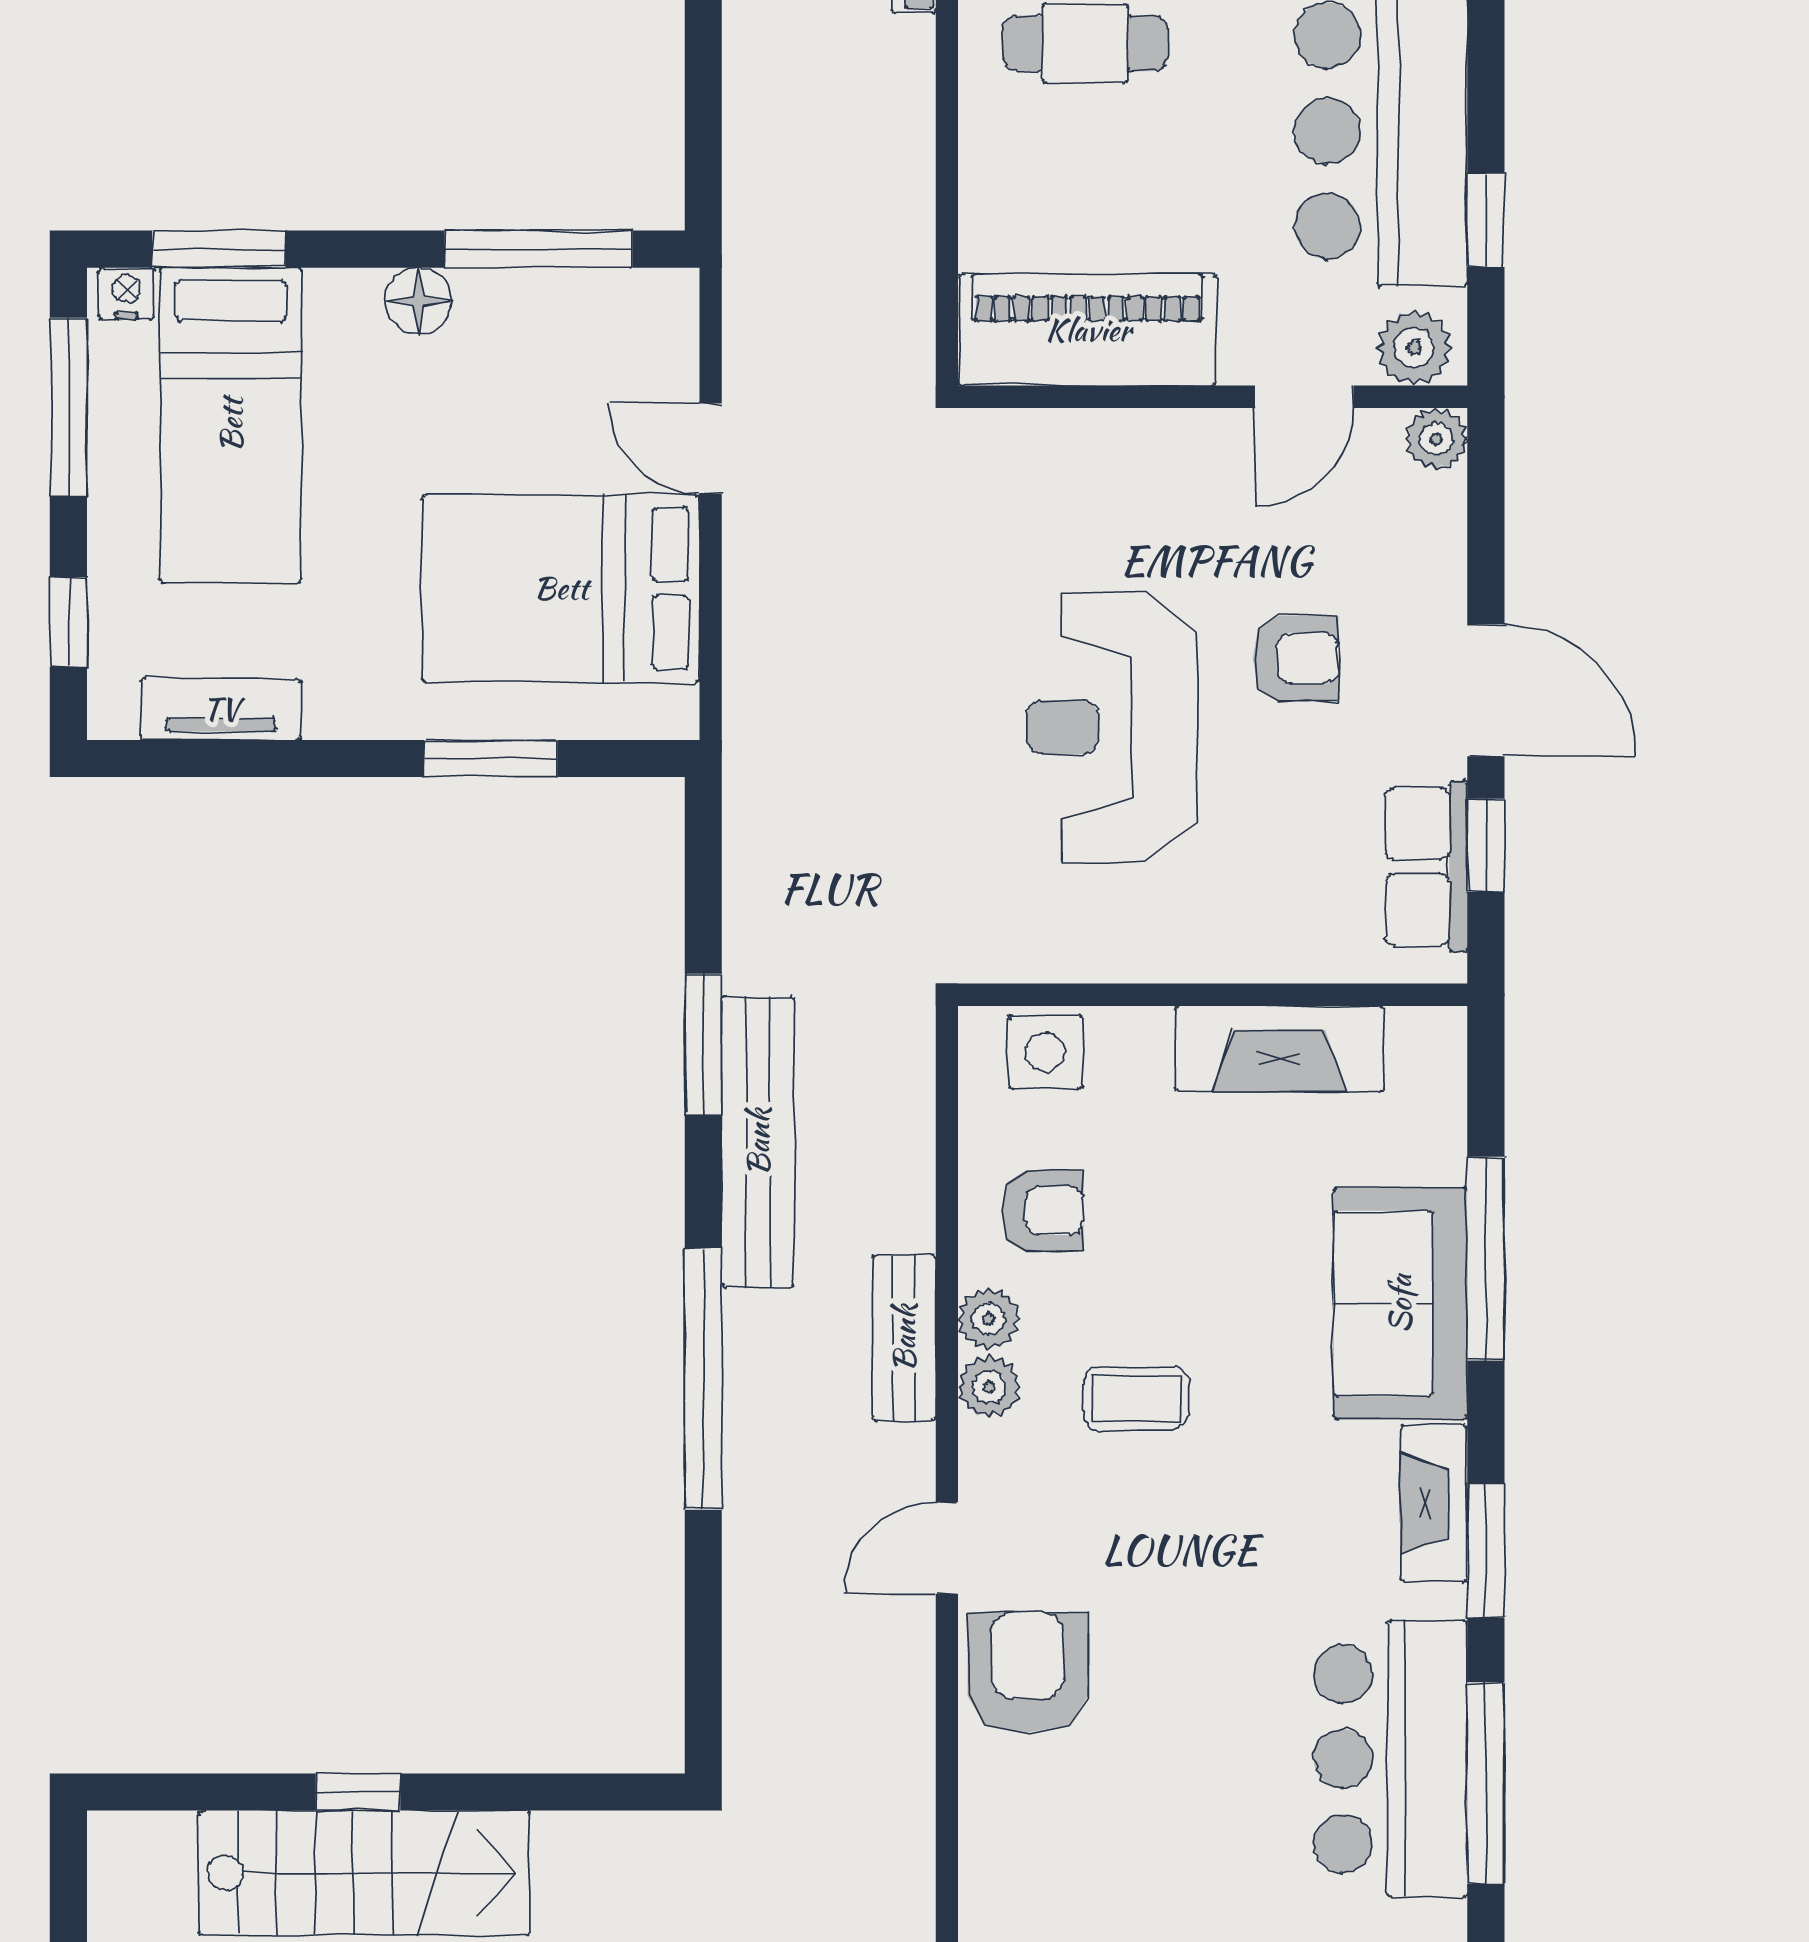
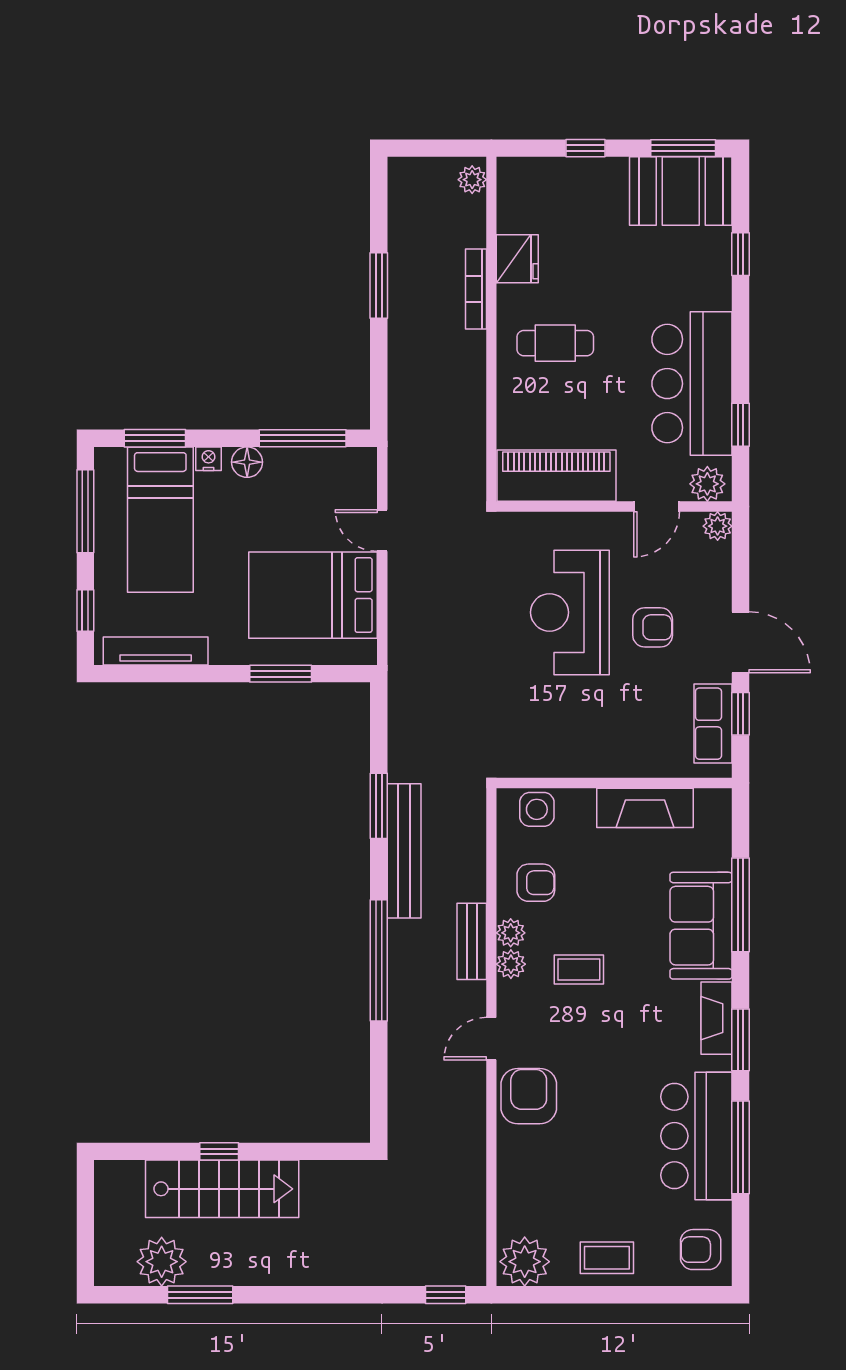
nightstand: (126, 293) -> (208, 459), moved
tv unit: (221, 709) -> (156, 651), width x1.41
reception desk: (1112, 727) -> (570, 612), moved

